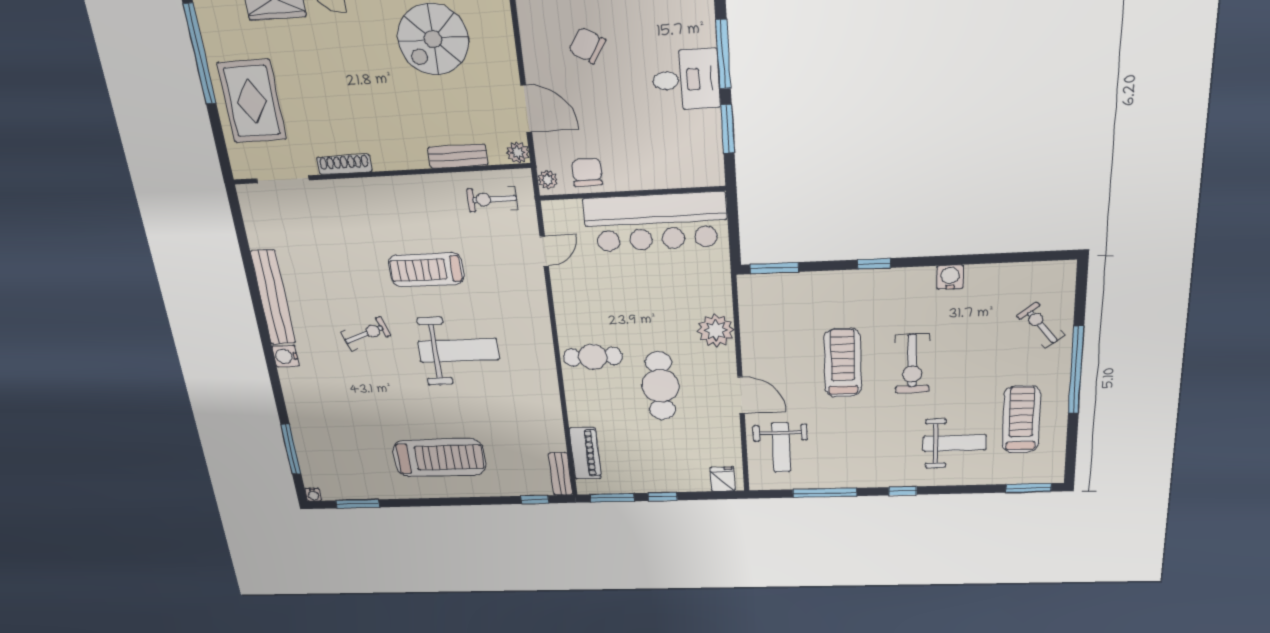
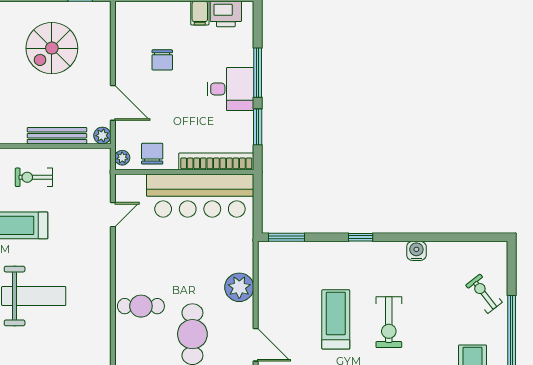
chair: (587, 45) -> (162, 60), turned -122
bench: (458, 156) -> (57, 136), width x1.36
bookcase: (674, 177) -> (216, 161), added
exercise bike: (492, 199) -> (34, 177), moved

